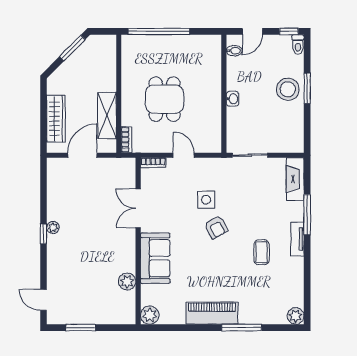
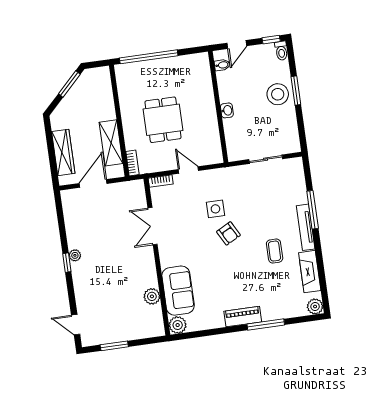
sliding door: (250, 155) -> (266, 159), moved
fireplace: (295, 179) -> (310, 272), moved
tv unit: (297, 239) -> (306, 227), width x1.41
sofa: (155, 258) -> (178, 291), moved
piano: (212, 313) -> (243, 317), width x0.73, depth x0.75

